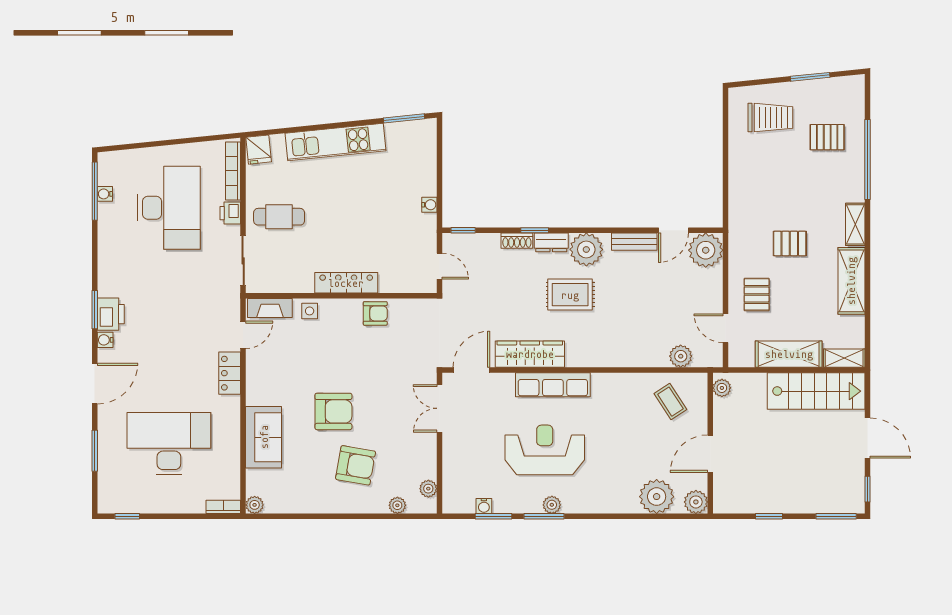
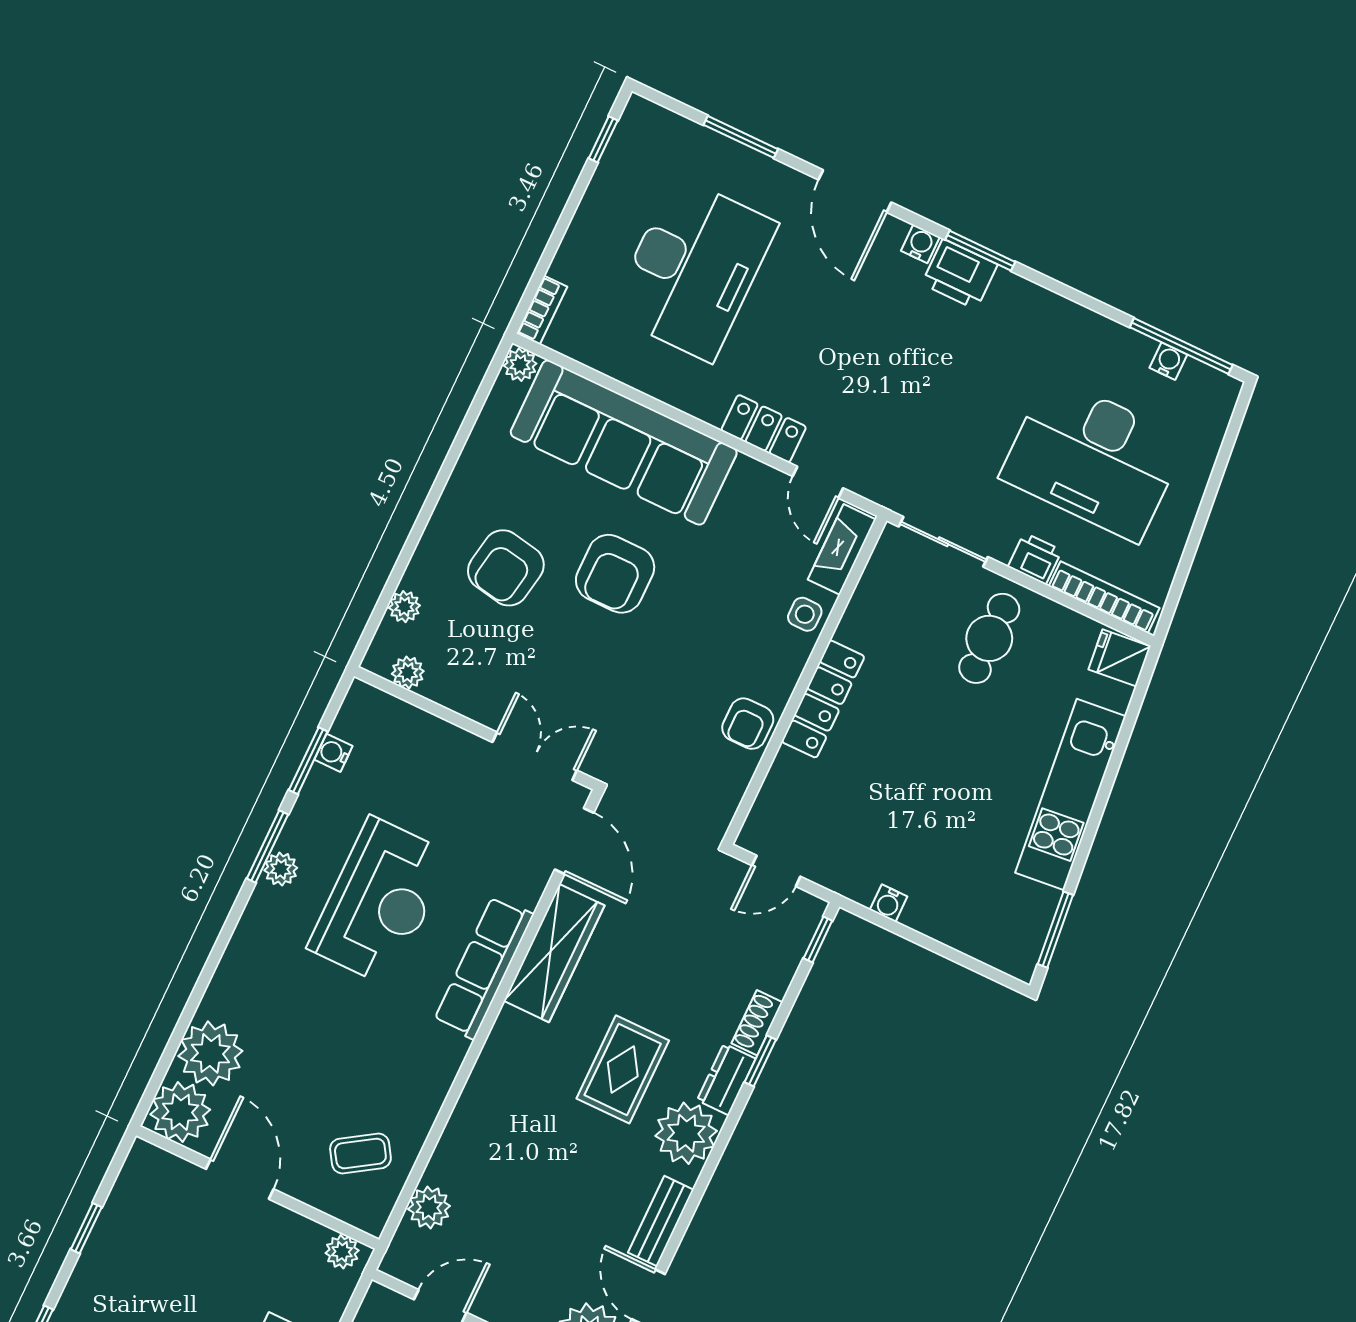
sofa: (264, 437) -> (624, 442), width x1.85, depth x1.27
plant: (696, 502) -> (180, 1112), width x1.36, depth x1.36

